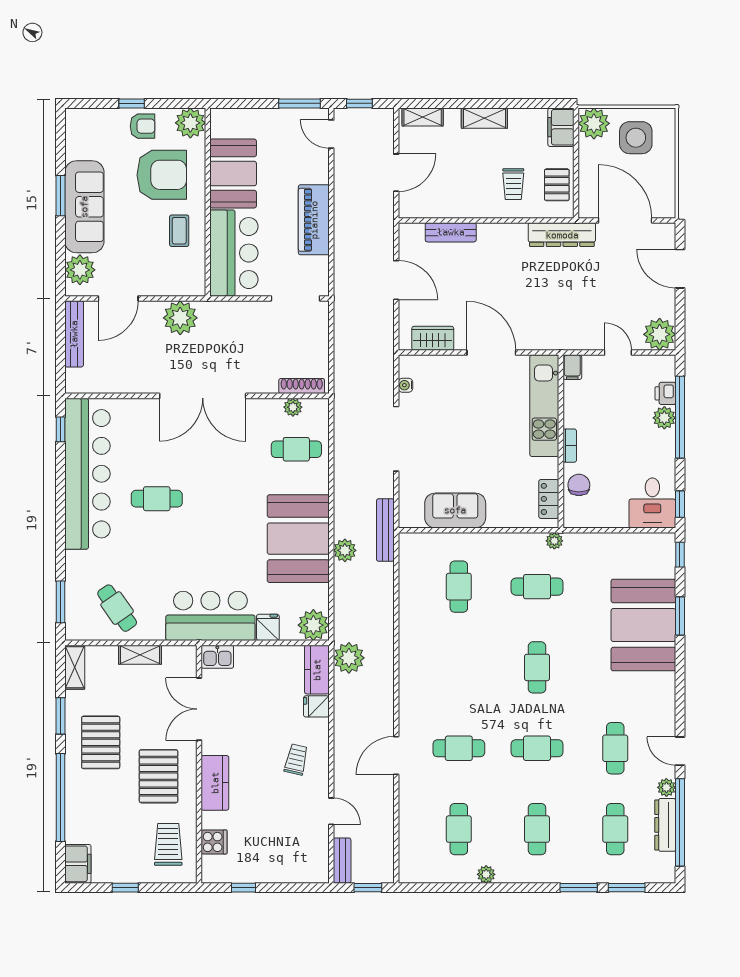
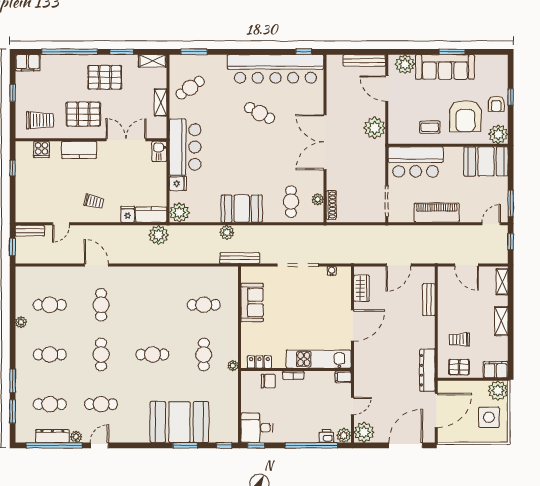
booth: (233, 174) -> (486, 161), moved
door: (680, 269) -> (406, 445), width x1.36
plant: (664, 418) -> (344, 435), moved
cafe table: (157, 499) -> (260, 113), turned -62
booth: (298, 539) -> (242, 209), width x0.73, depth x0.70

